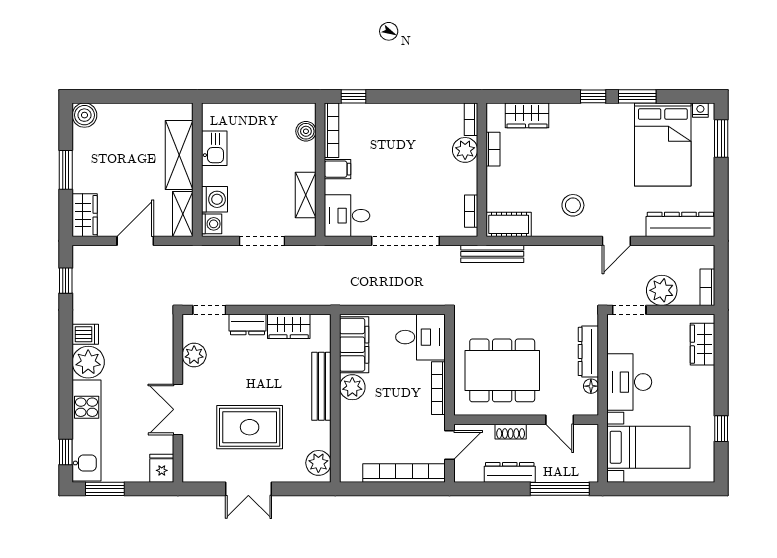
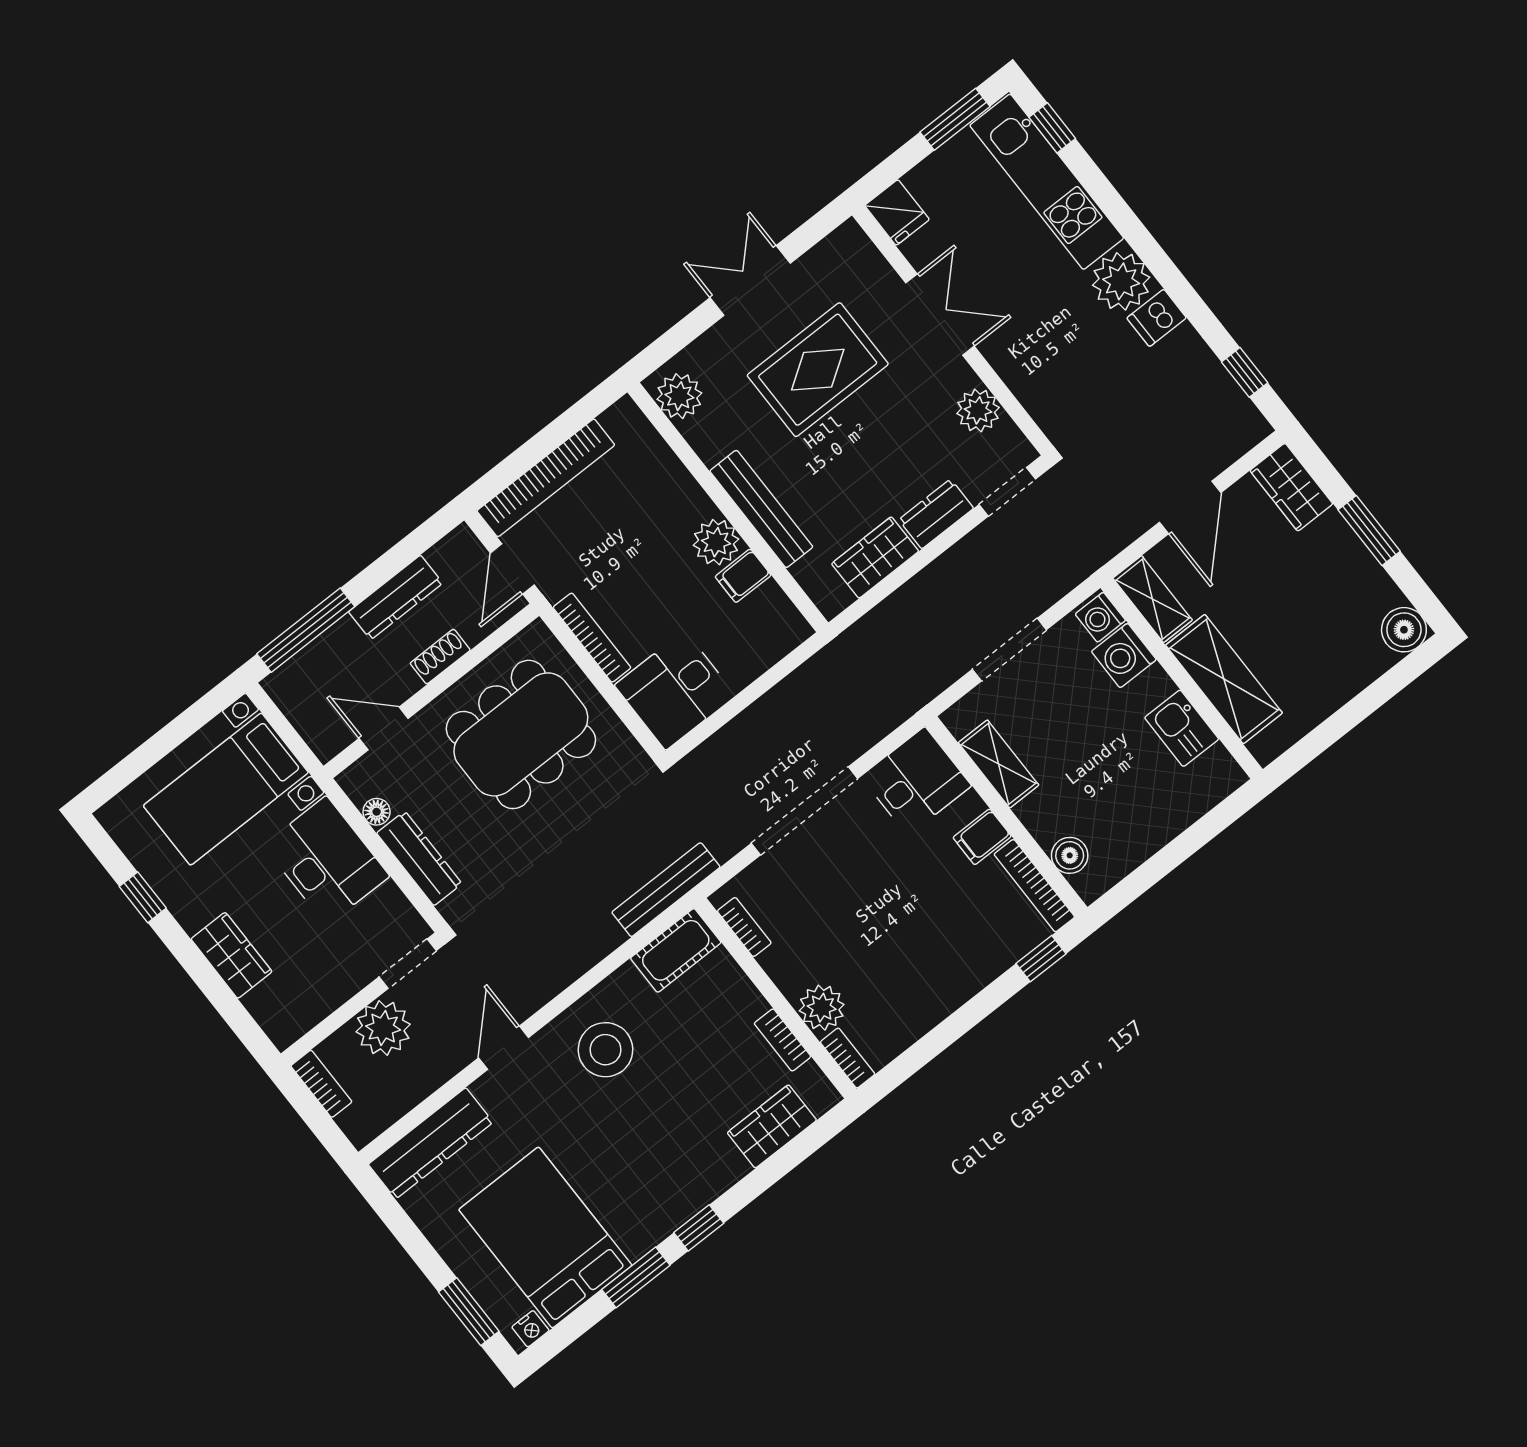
stool: (573, 205) -> (605, 1050), width x1.38, depth x1.38
wardrobe: (703, 344) -> (231, 955), moved
filing cabinet: (354, 345) -> (743, 576), width x0.33, depth x0.86

